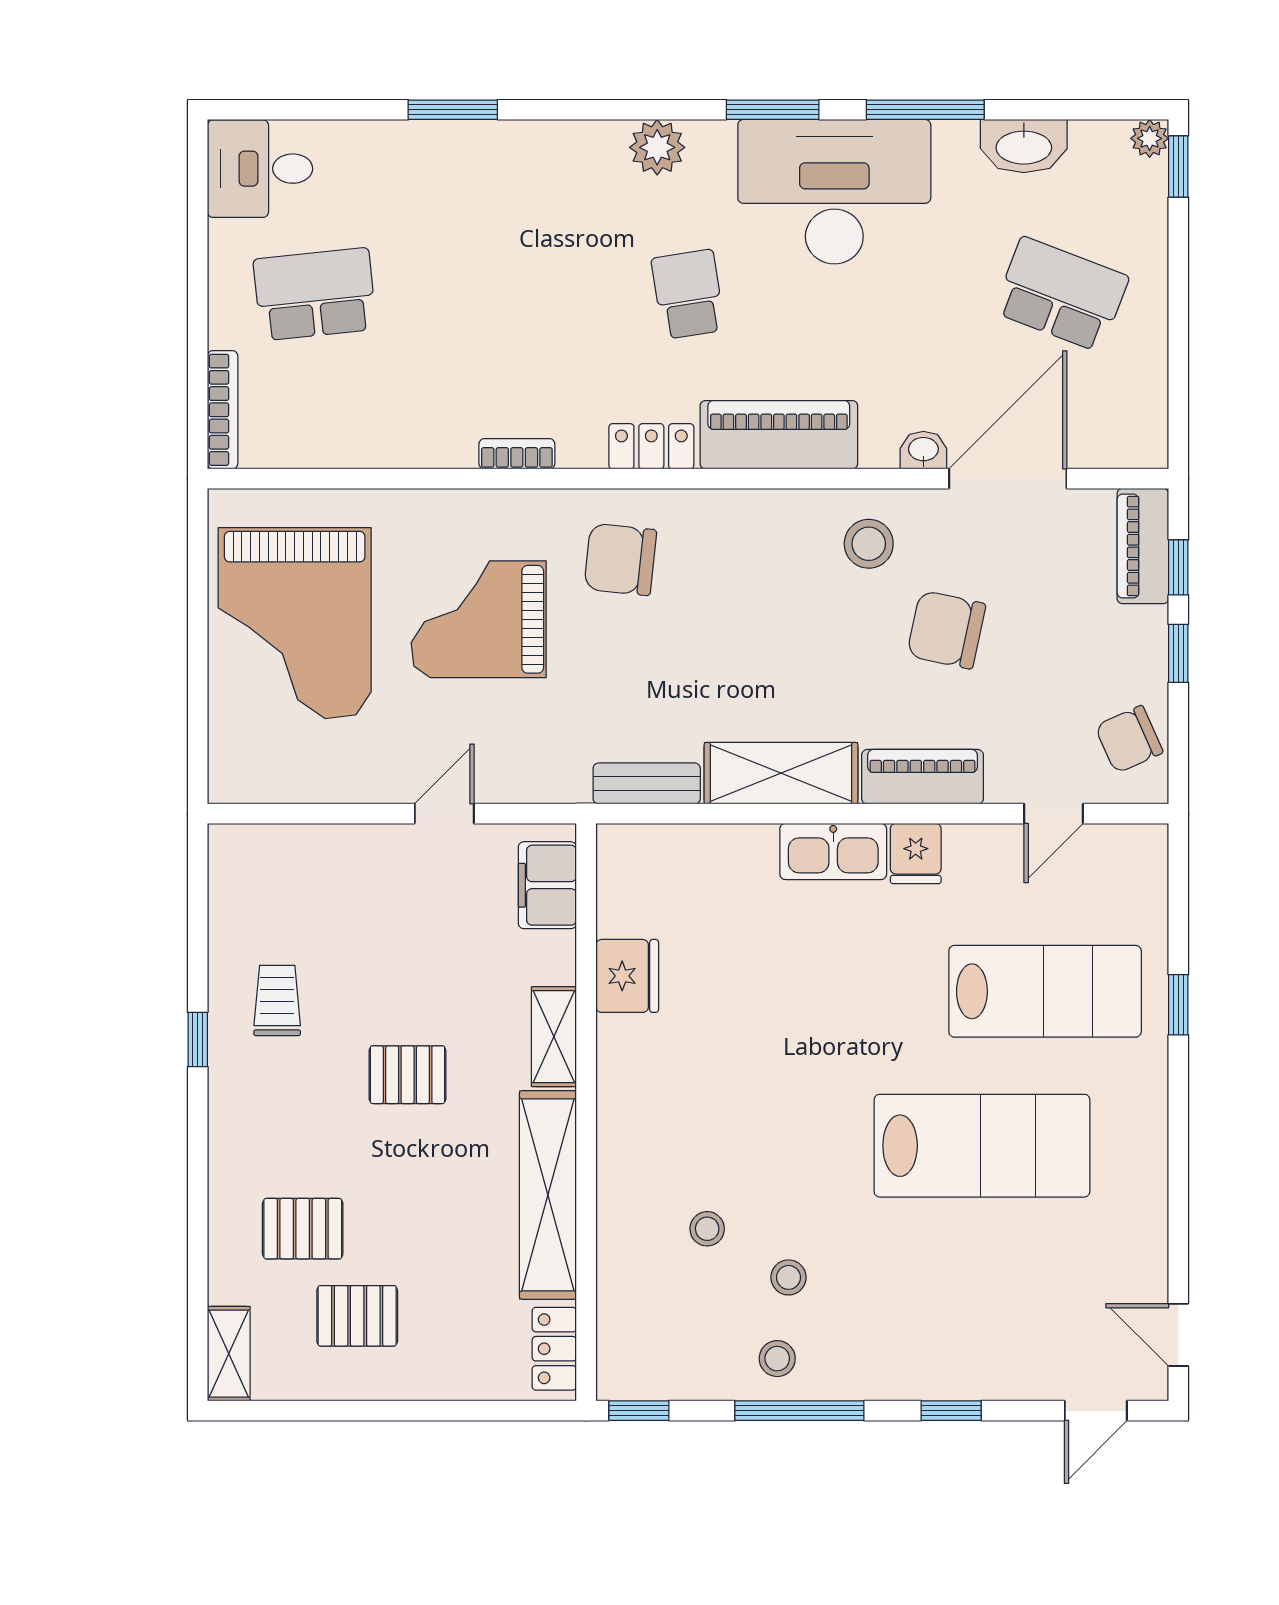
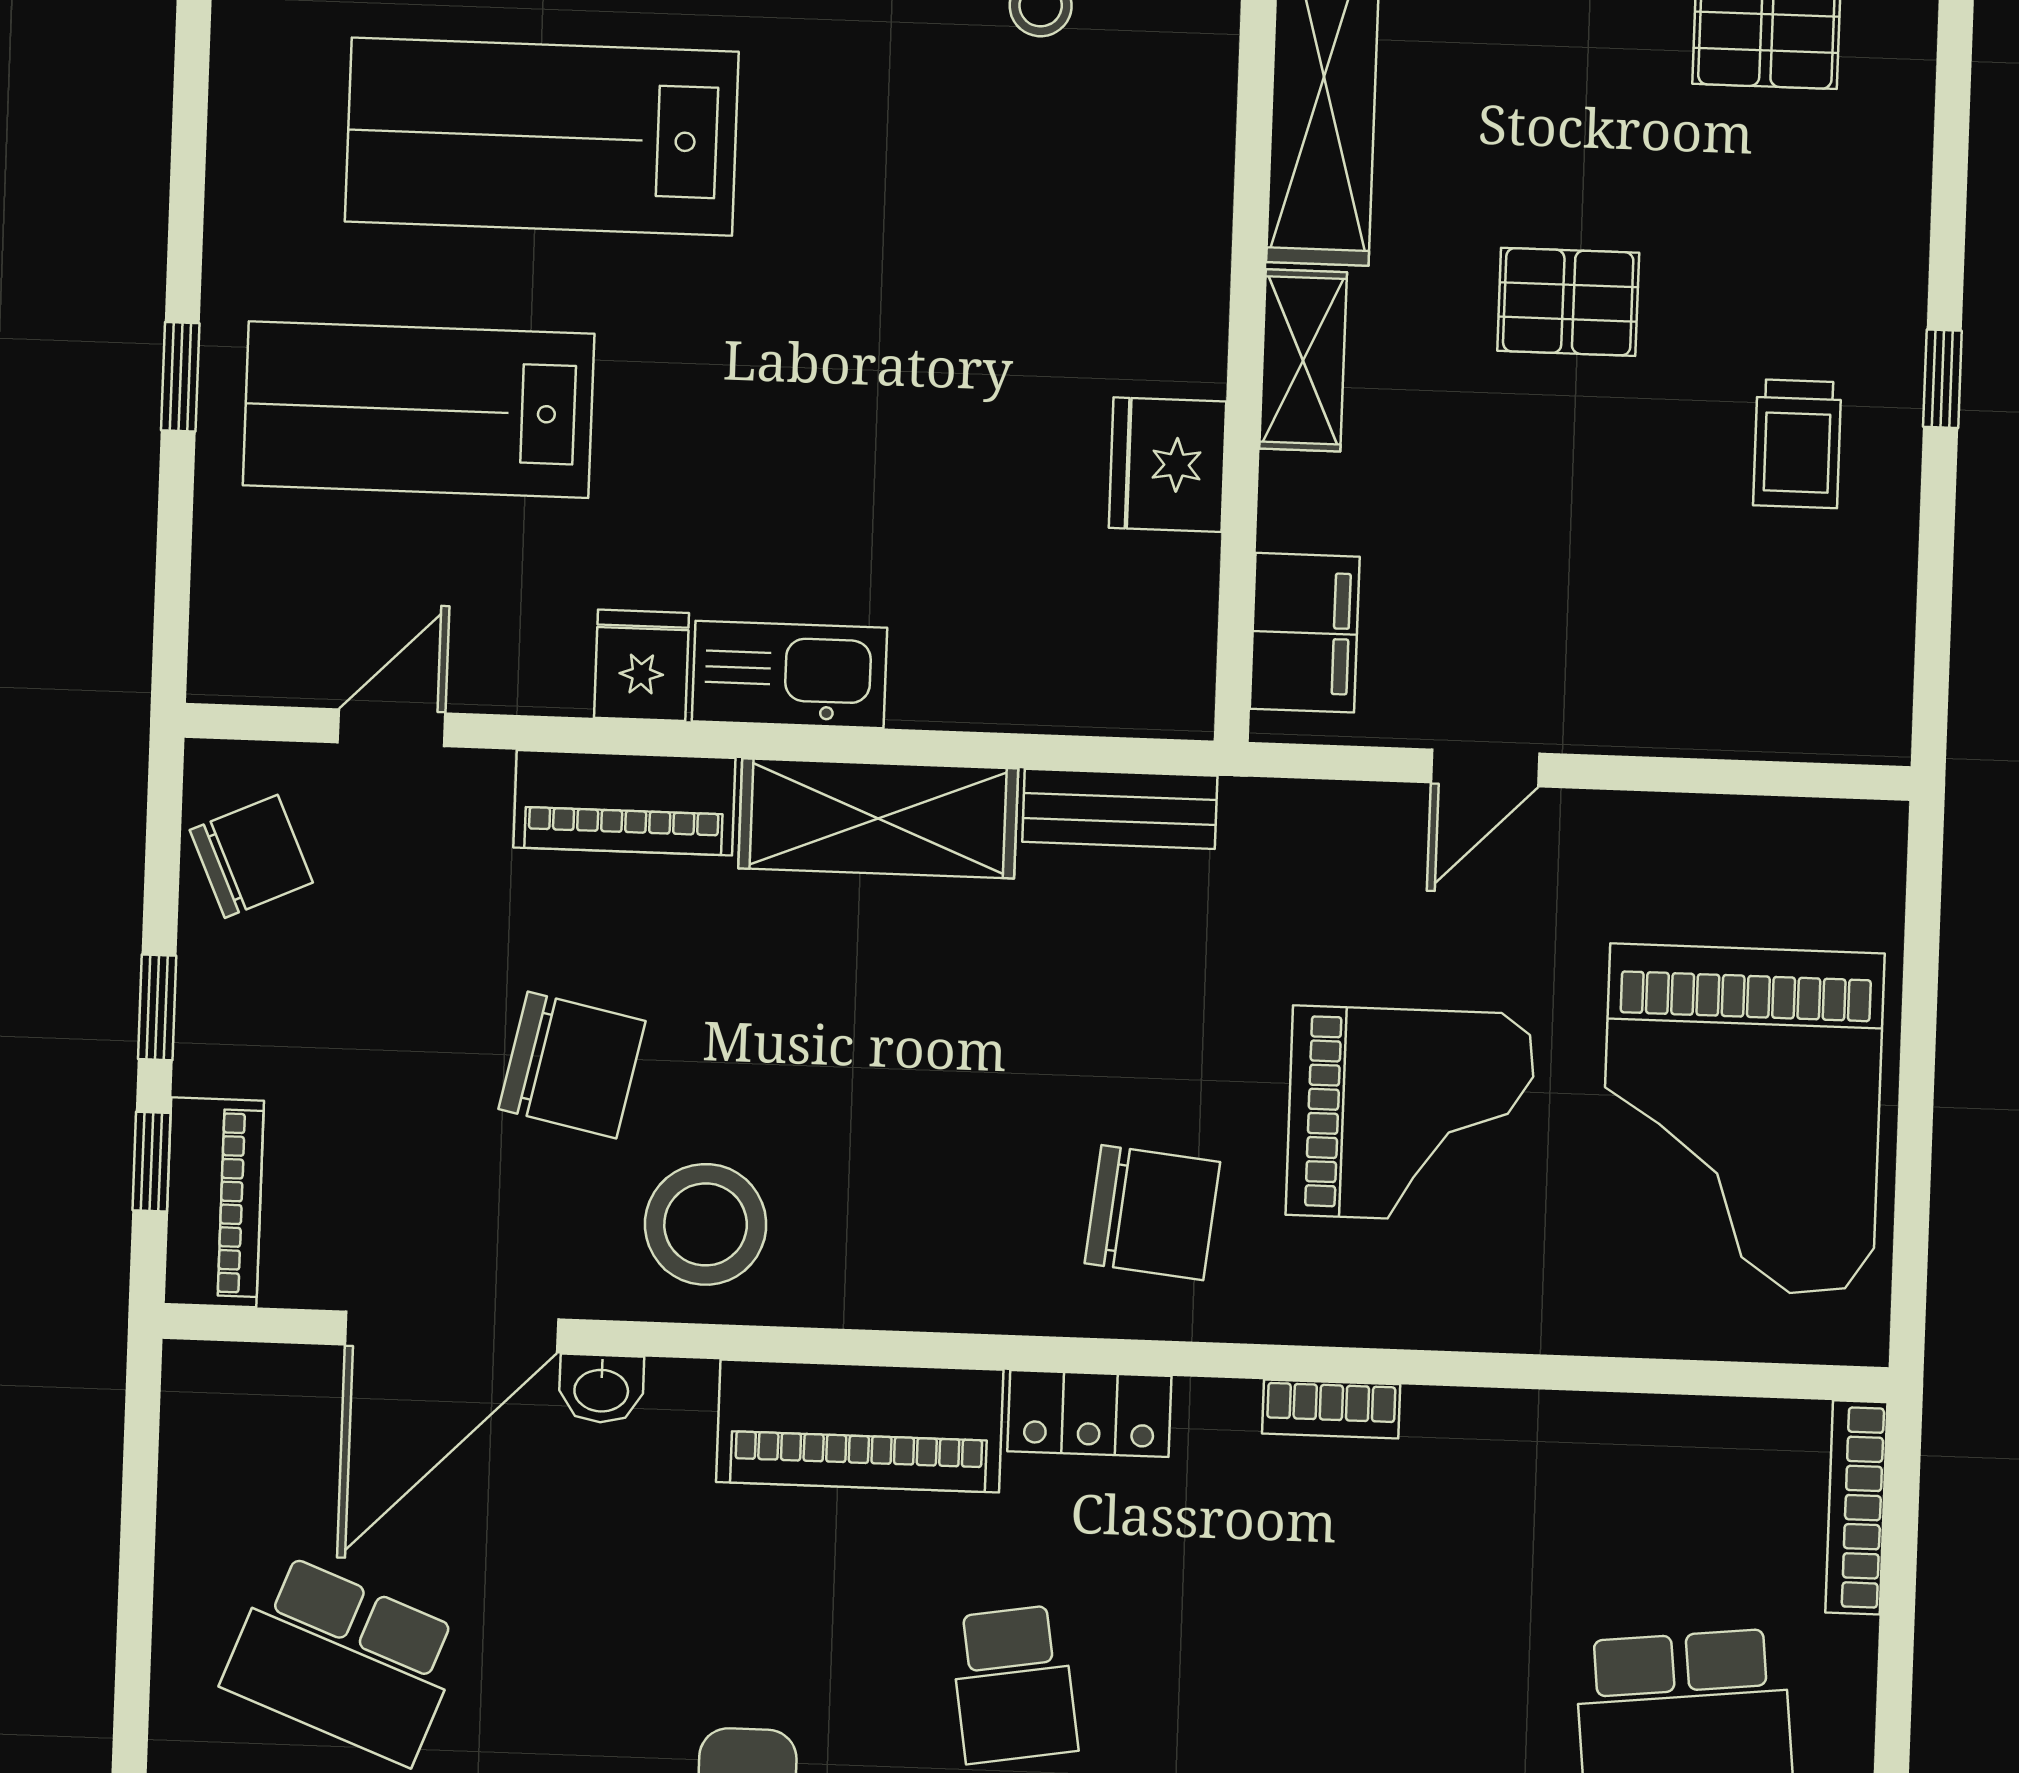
stool: (869, 544) -> (706, 1224), width x1.38, depth x1.38
grand piano: (295, 623) -> (1741, 1120), turned 180

